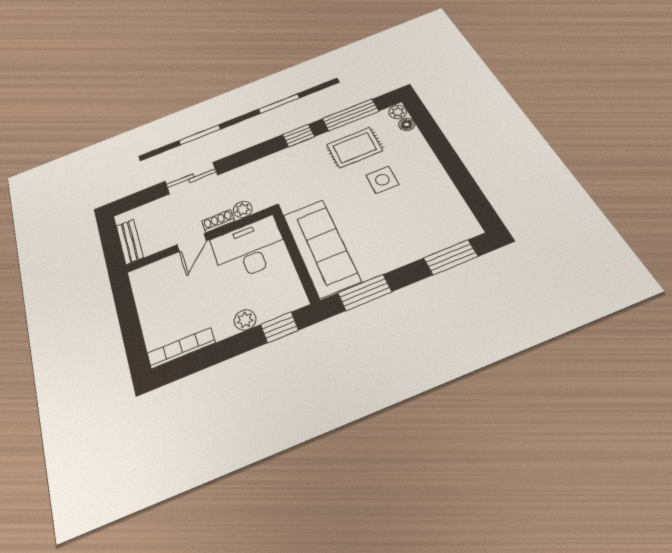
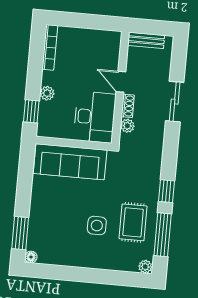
floor lamp: (407, 124) -> (31, 257), moved
window: (365, 292) -> (26, 172), removed

